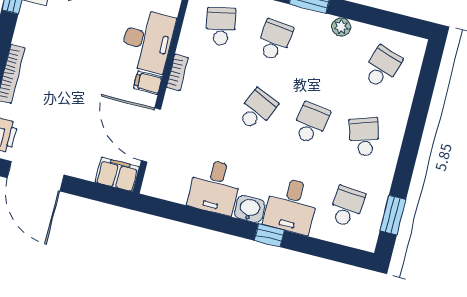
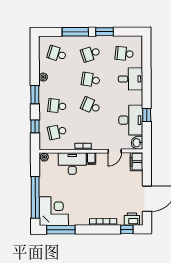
window: (418, 117) -> (75, 32), added
door: (151, 135) -> (115, 151), width x0.53
desk: (215, 187) -> (131, 120), width x1.37
washbasin: (250, 209) -> (137, 143), moved
window: (393, 215) -> (105, 32), moved
window: (269, 235) -> (147, 115), moved

